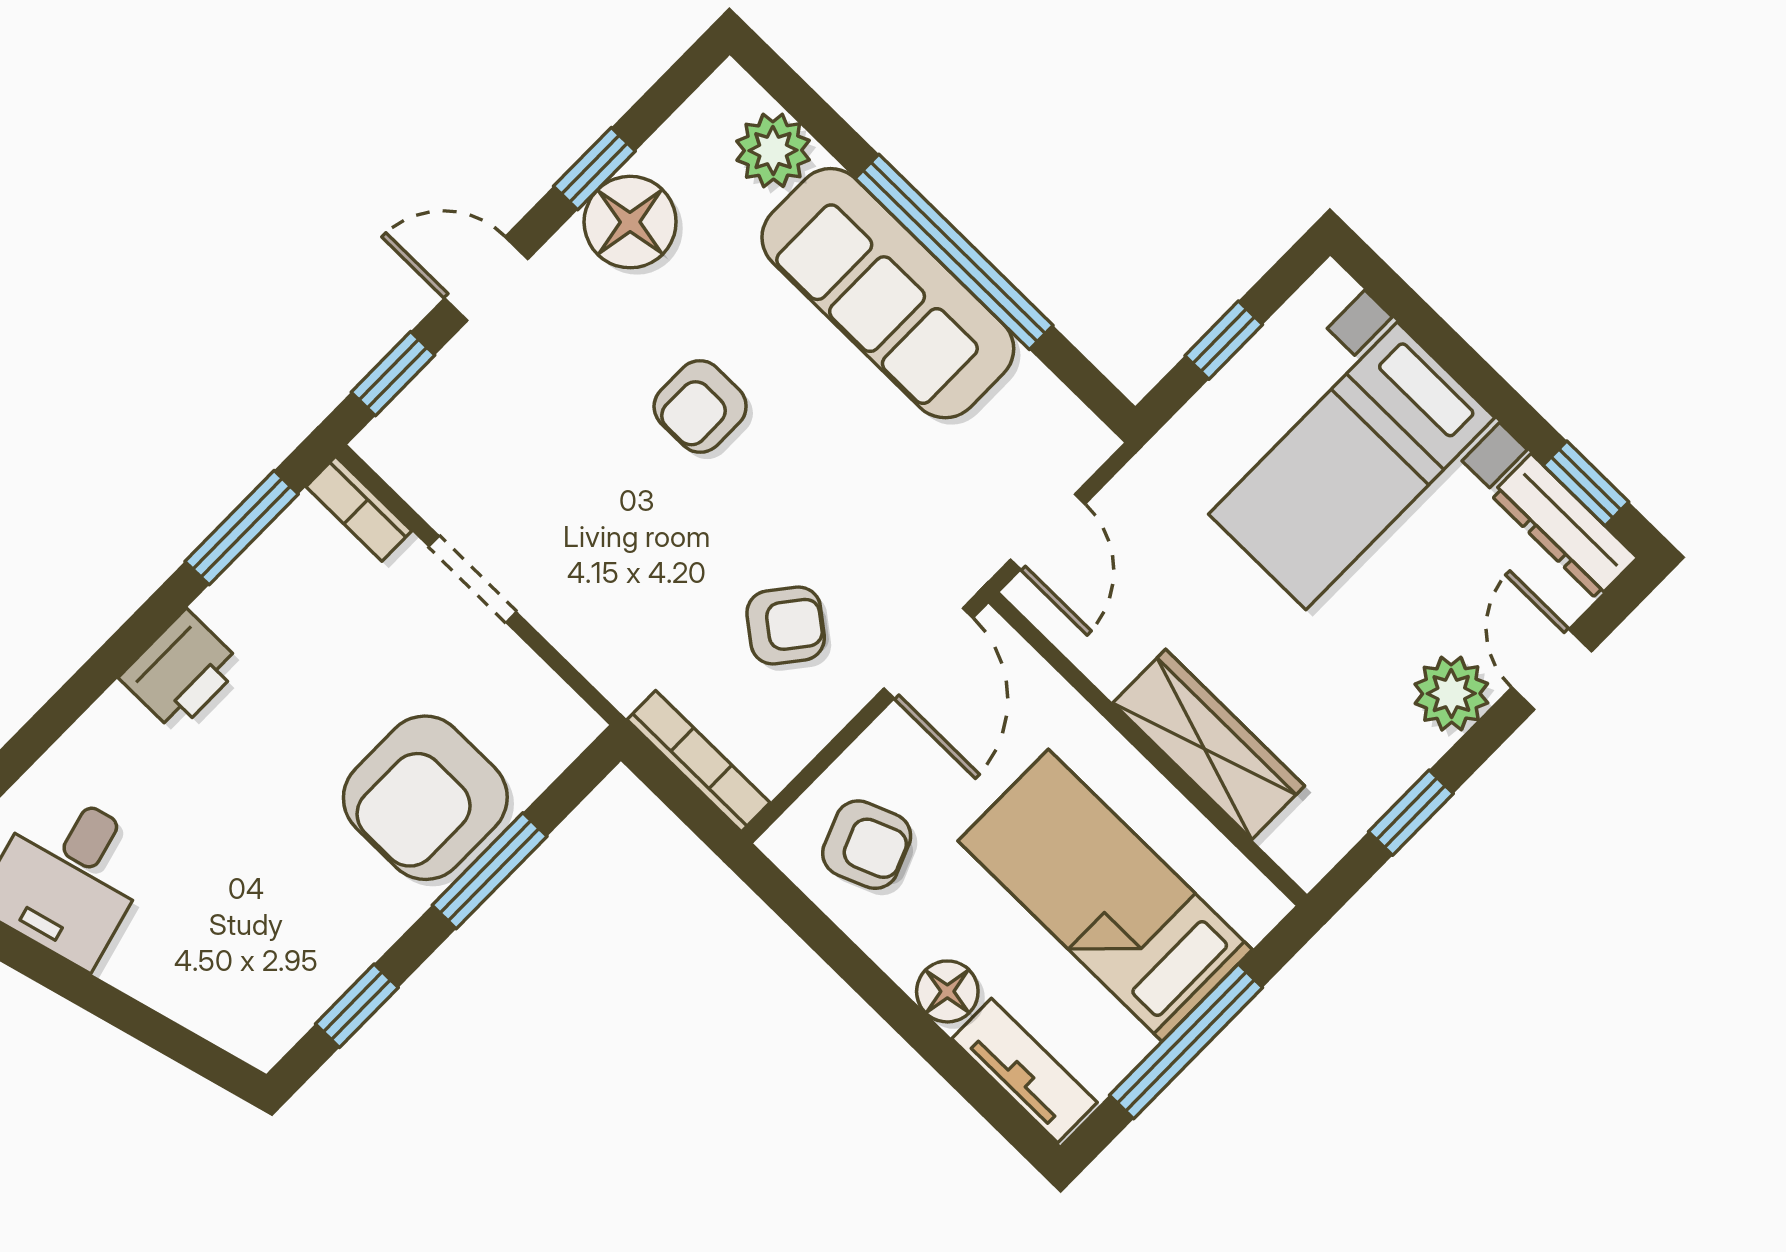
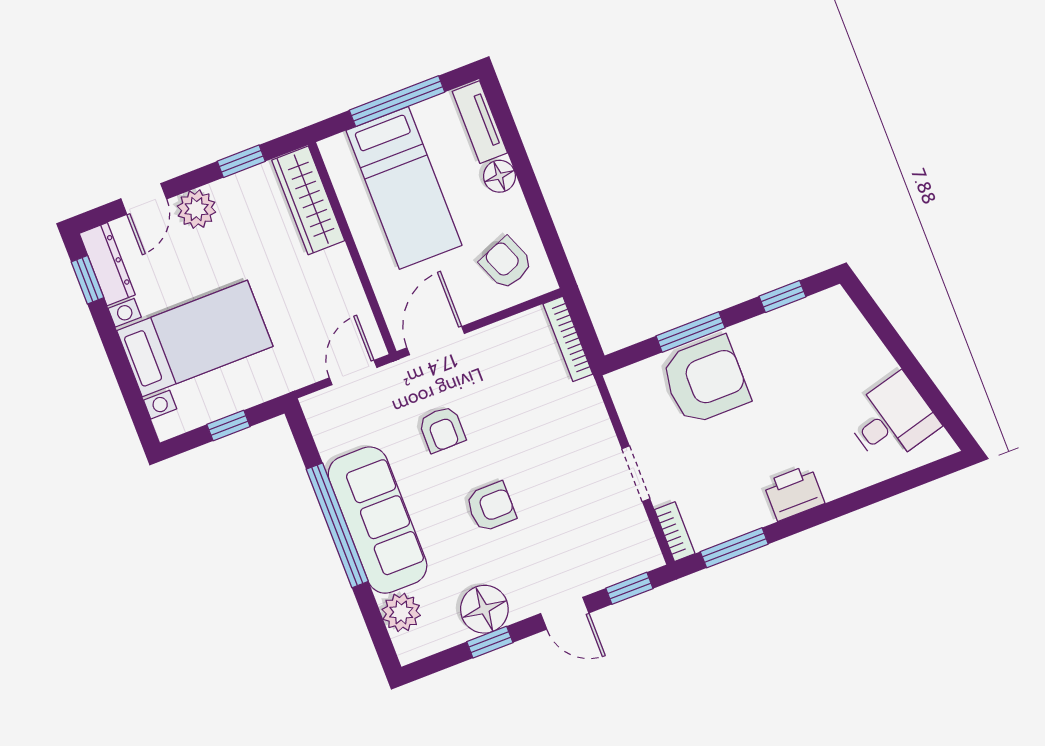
armchair: (786, 626) -> (442, 429), moved, turned -128
wardrobe: (1209, 744) -> (308, 200), moved

